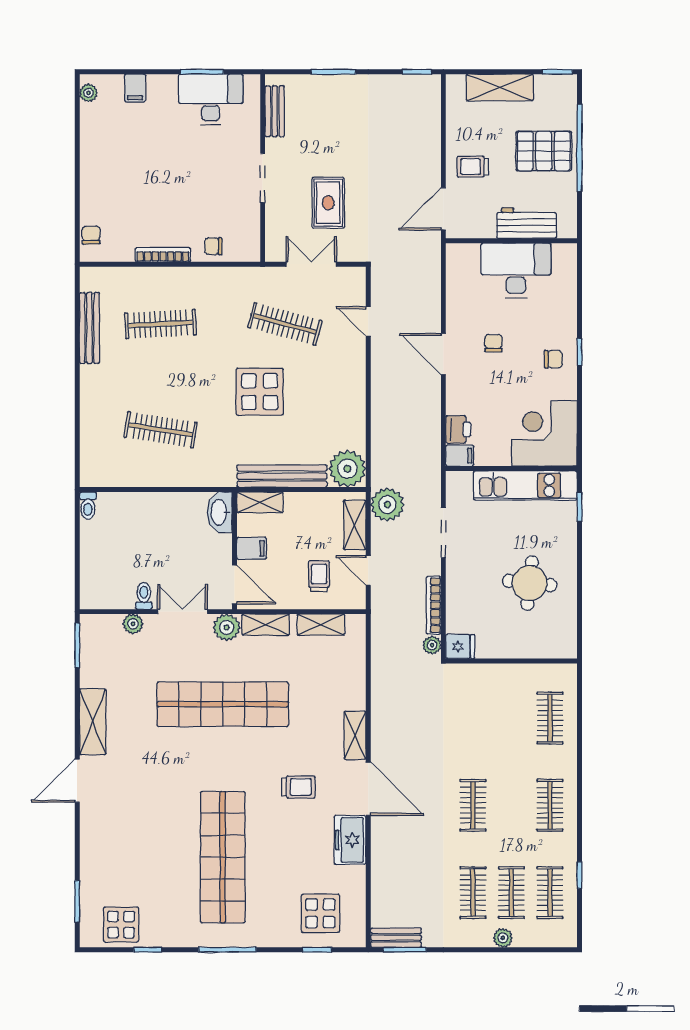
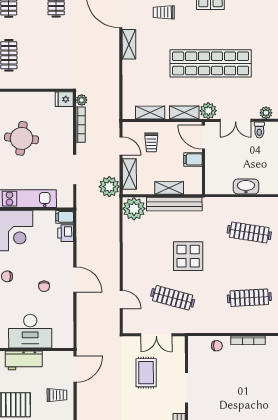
shelving: (260, 502) -> (169, 188), moved
washbasin: (220, 512) -> (246, 187), moved, turned -90

